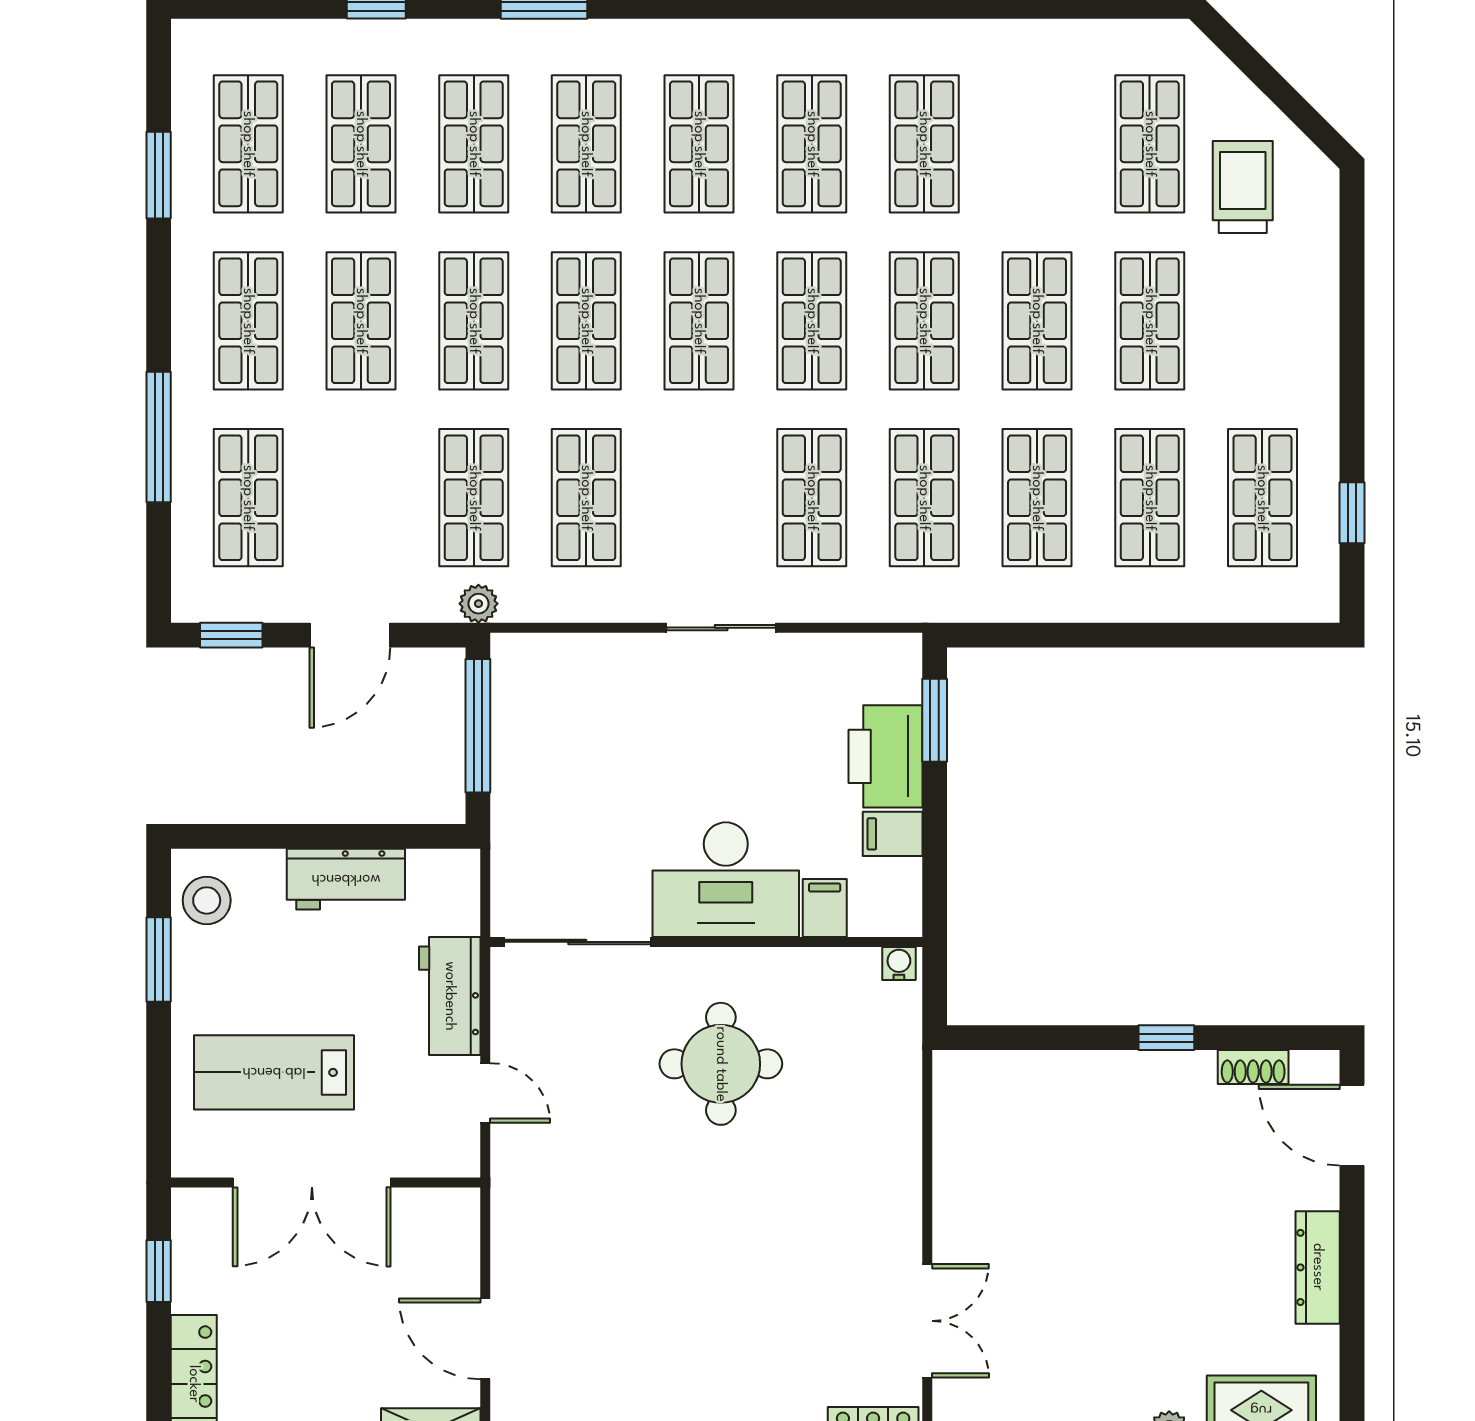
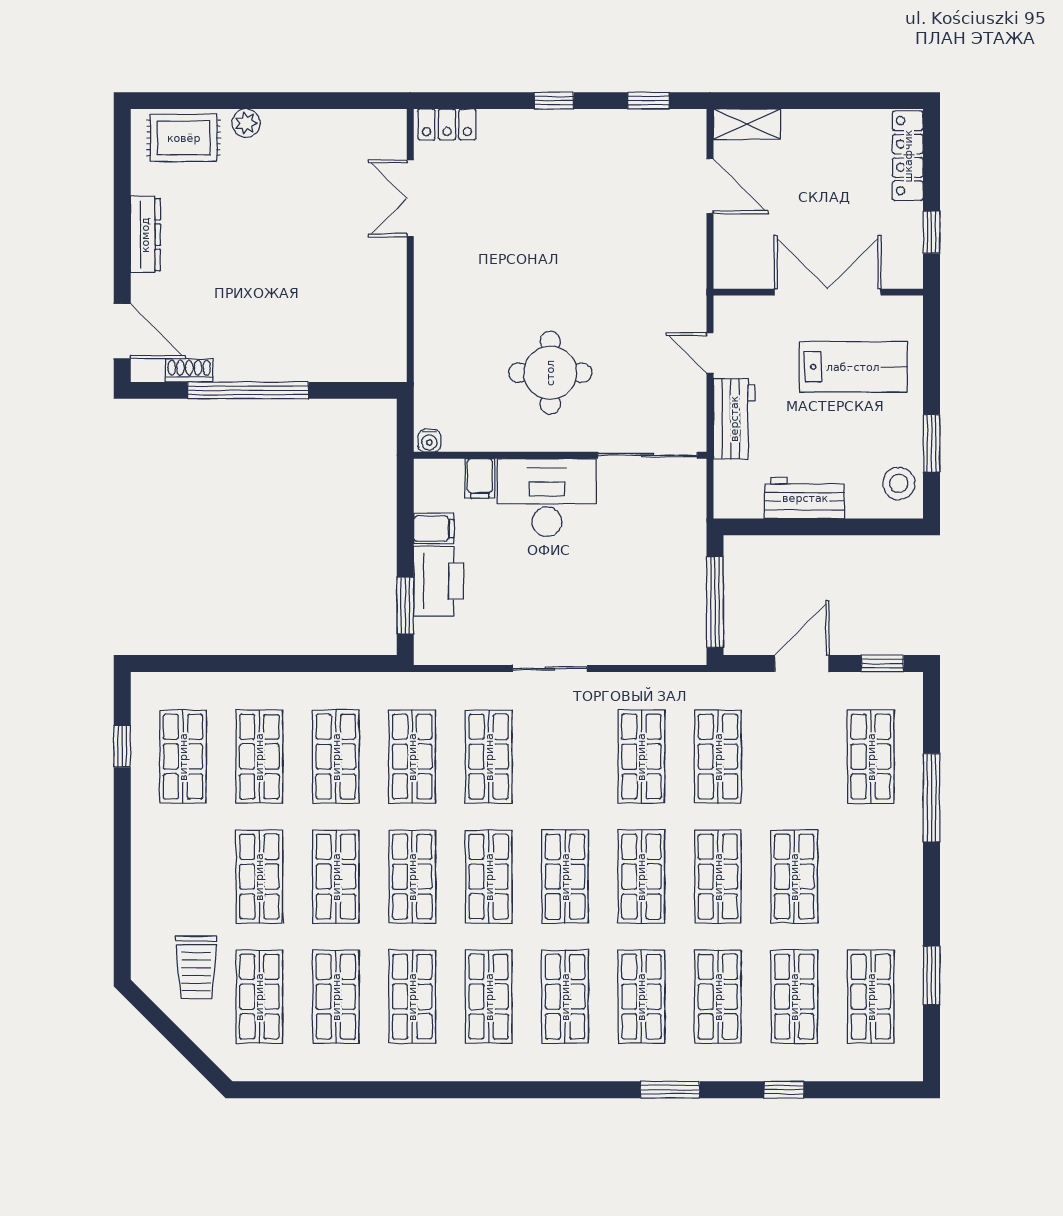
shop shelf: (248, 321) -> (336, 997), moved
plant: (478, 604) -> (715, 685), removed
window: (1166, 1038) -> (248, 390), width x3.17

